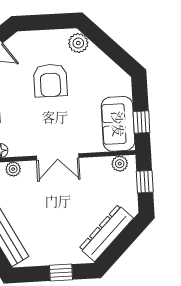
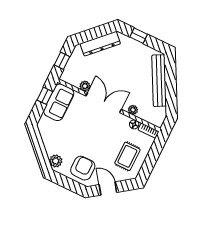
armchair: (50, 80) -> (83, 168), moved
double door: (58, 157) -> (104, 103), width x1.37
plant: (120, 164) -> (85, 86), moved

